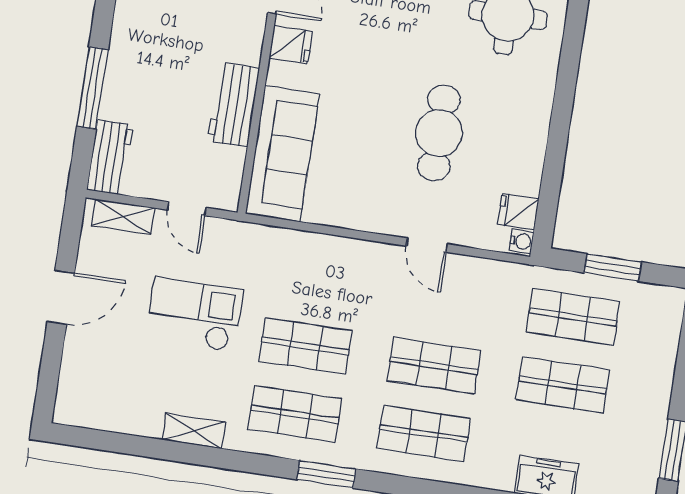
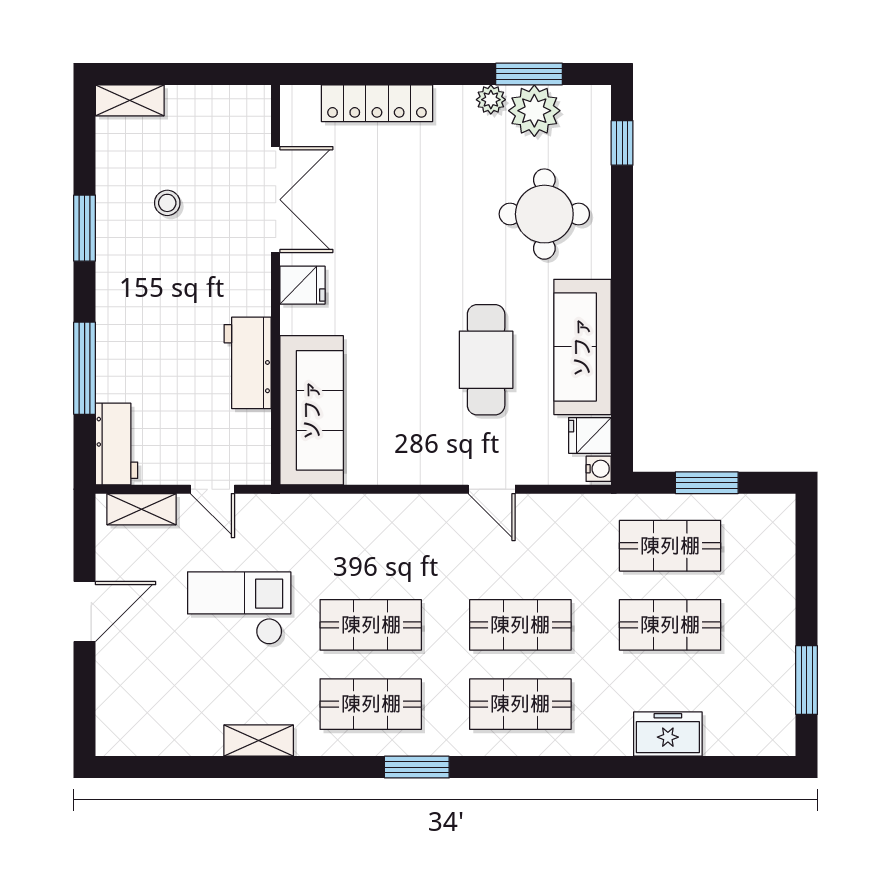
sofa: (524, 134) -> (582, 347), added

